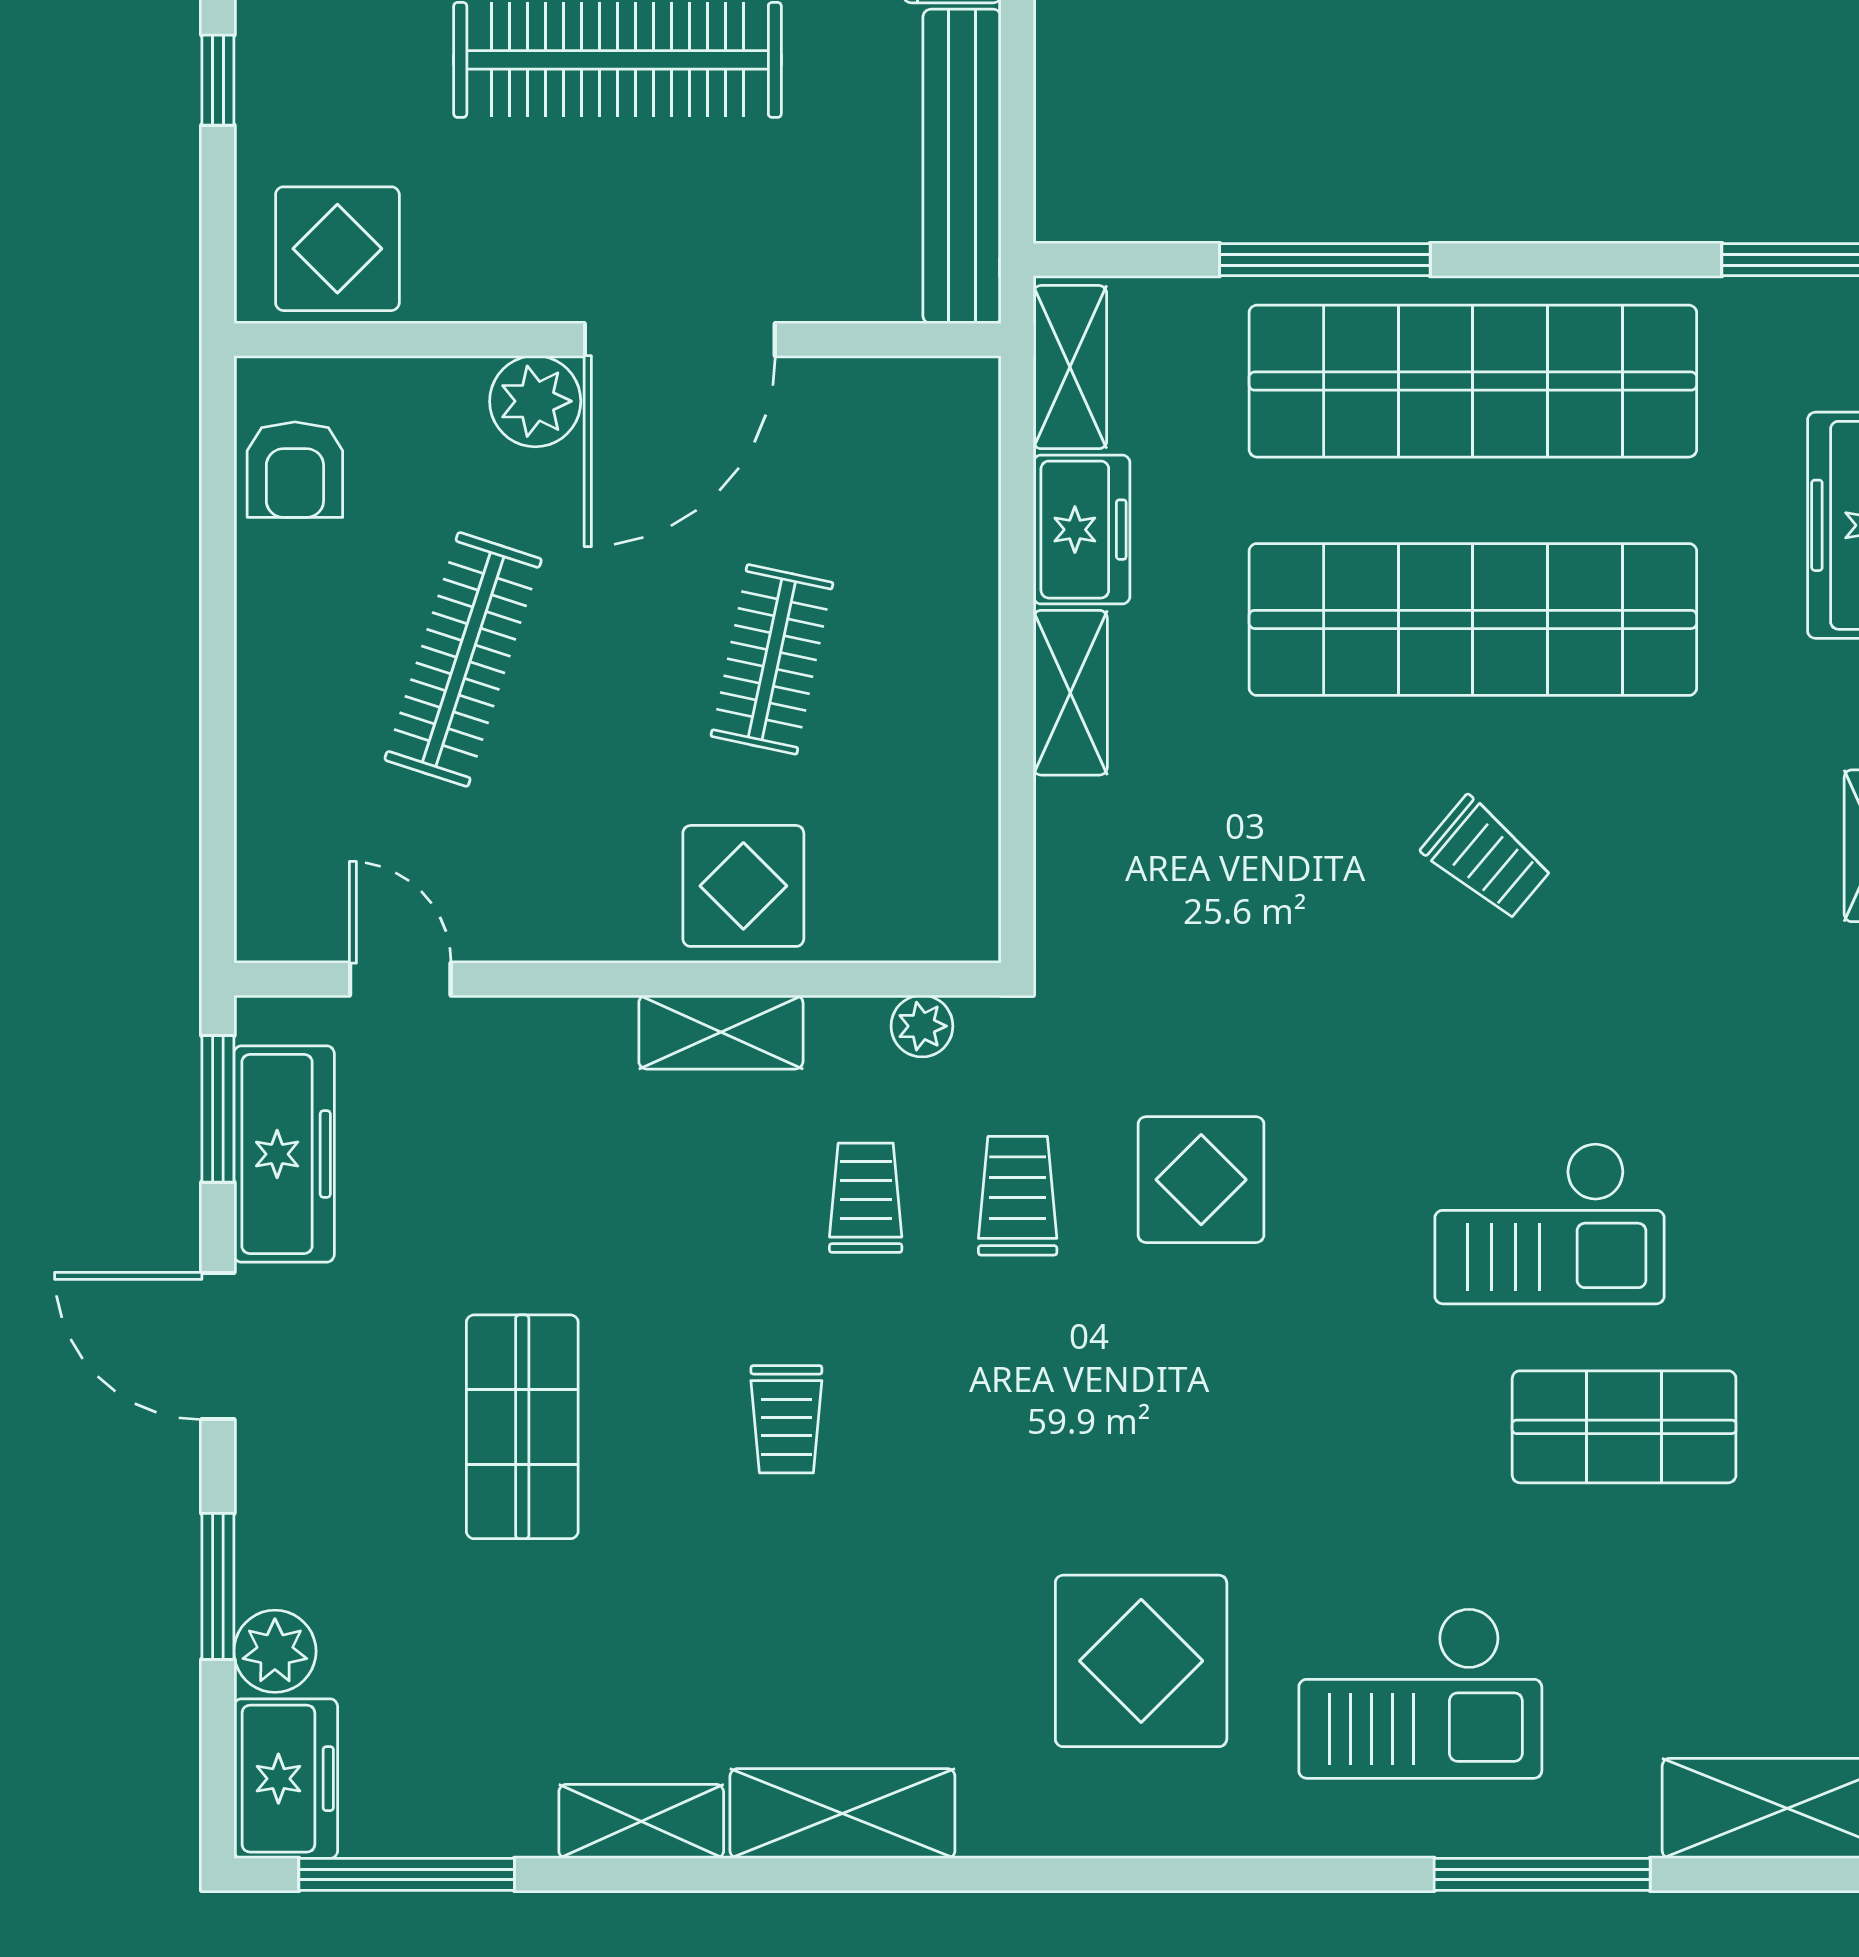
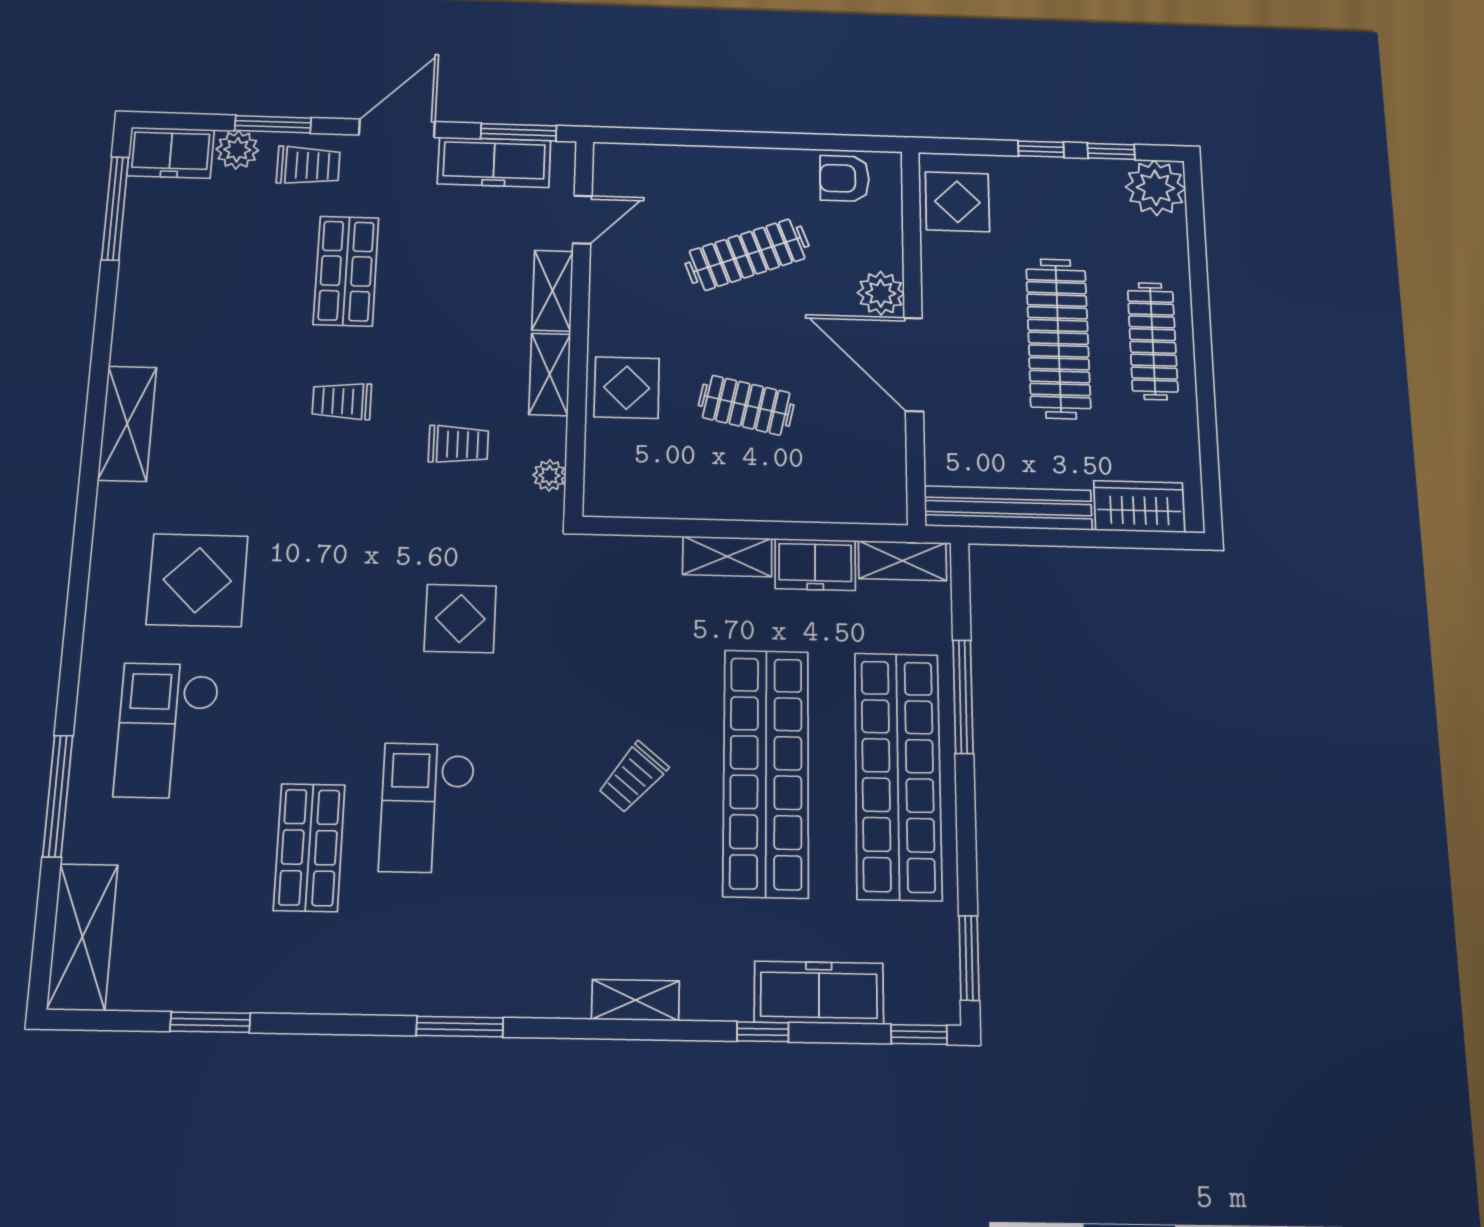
clothes rail: (463, 659) -> (747, 255), turned -39
trolley: (1018, 1196) -> (308, 165), moved
shop shelf: (522, 1427) -> (346, 271), turned 90
shelving: (641, 1821) -> (552, 291), moved

